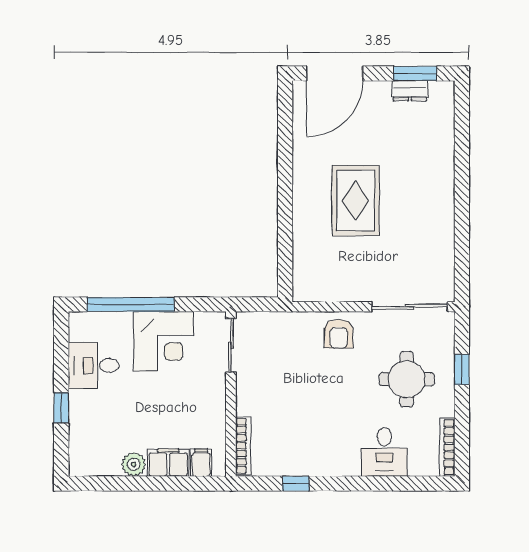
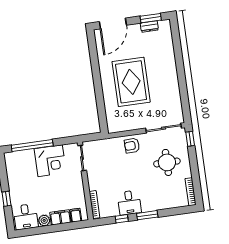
rug: (356, 201) -> (131, 82), width x1.37, depth x1.44
armchair: (339, 334) -> (132, 146), turned 88
desk: (94, 366) -> (26, 217), moved, turned -90
window: (462, 369) -> (190, 139), moved
desk: (384, 452) -> (129, 203), moved
window: (350, 484) -> (147, 215), added

